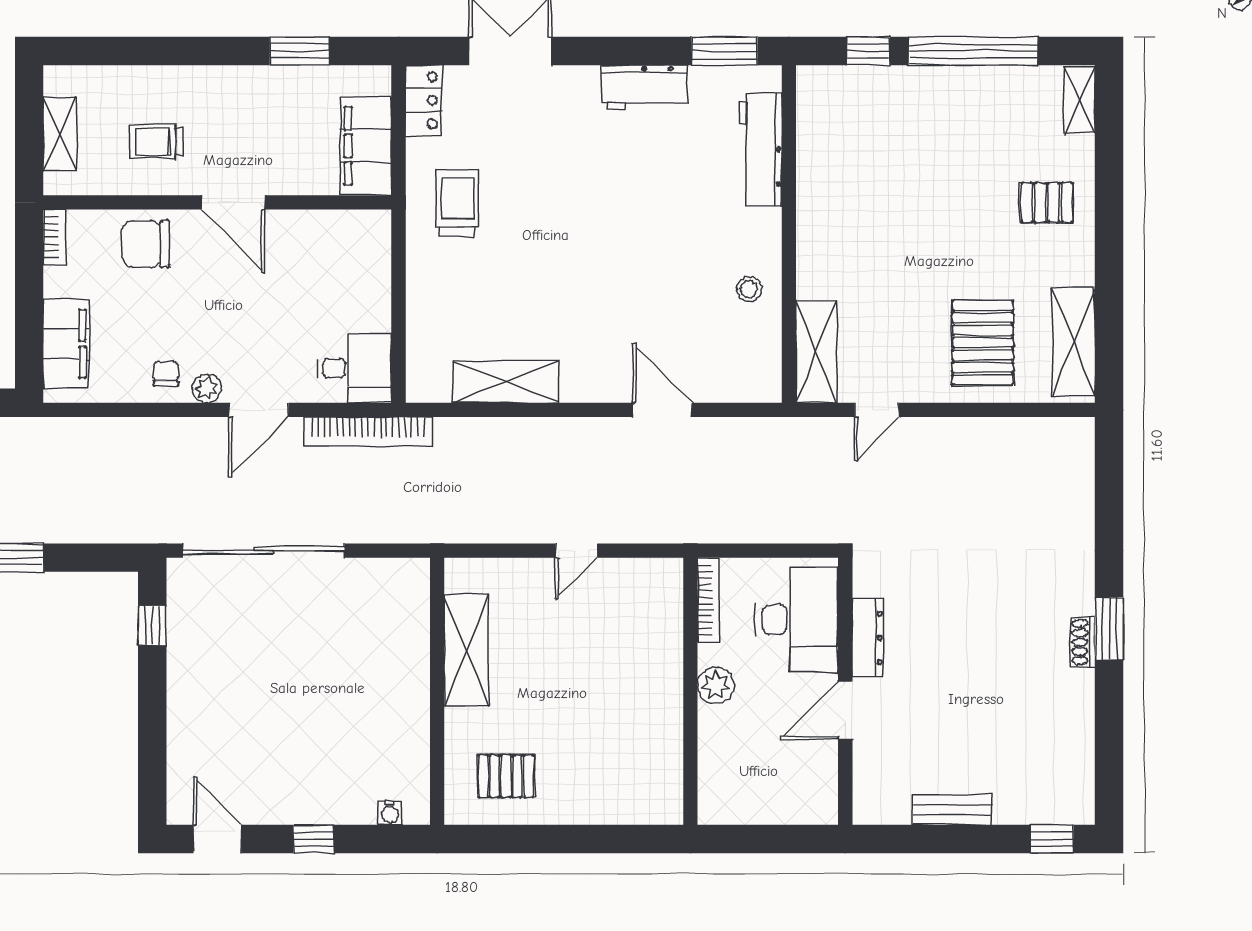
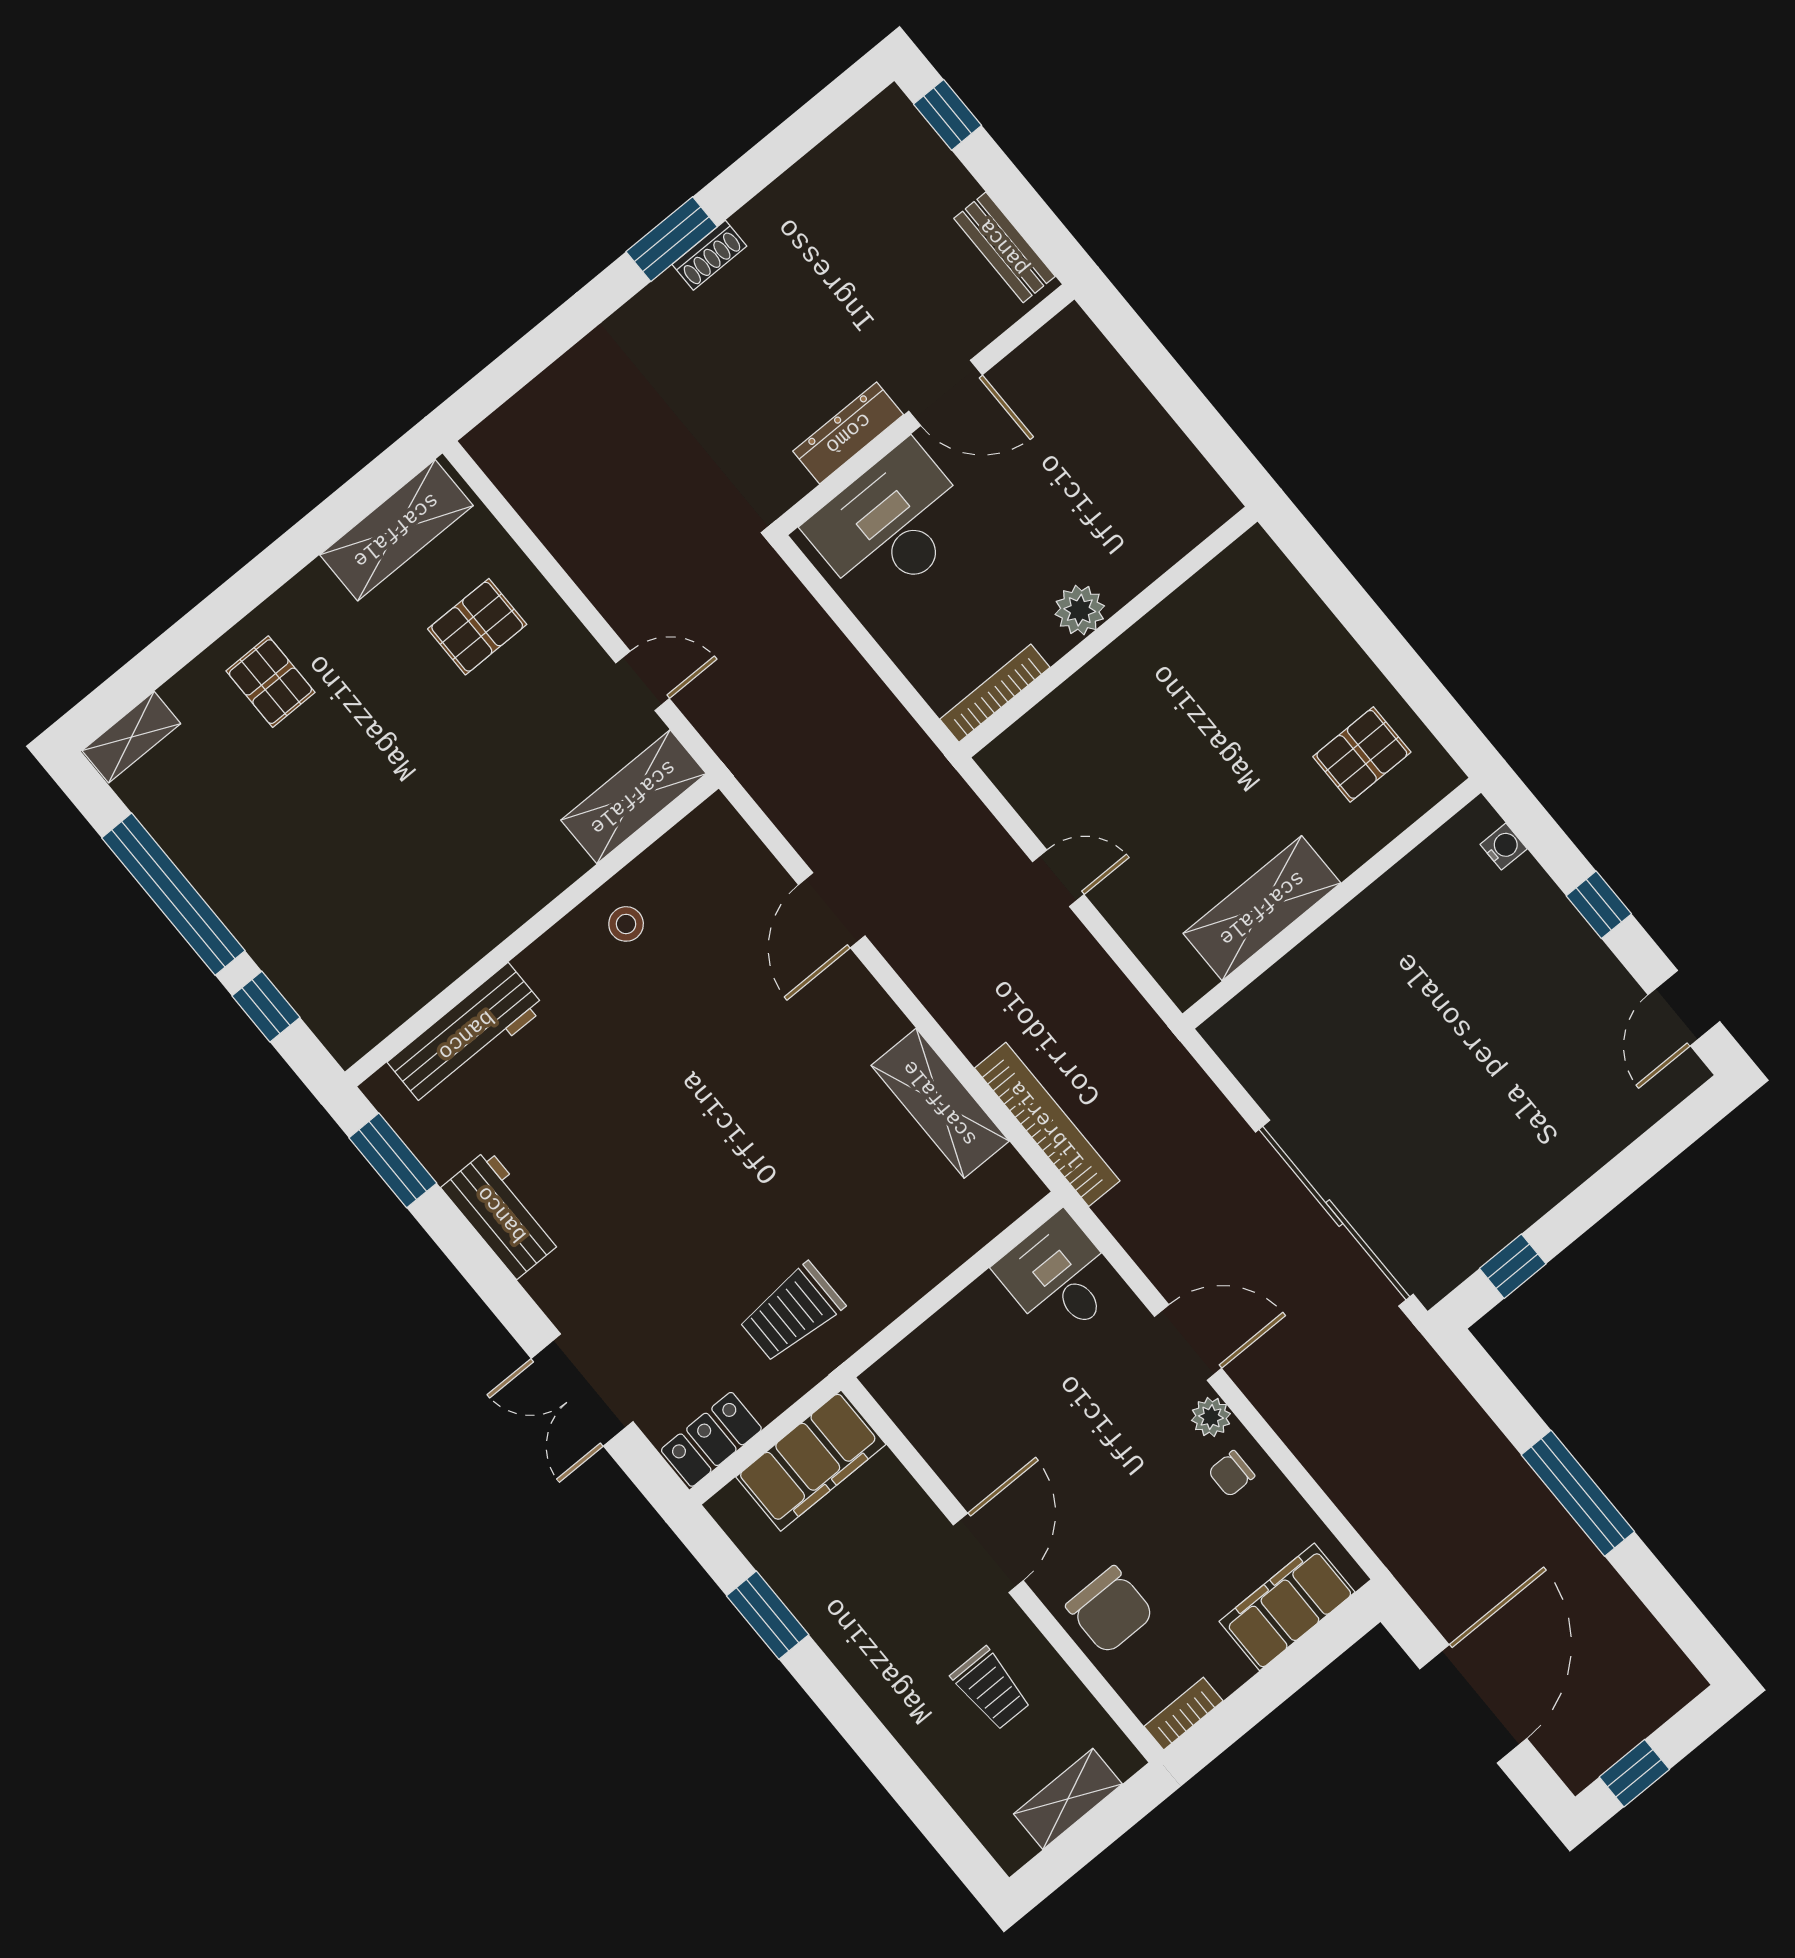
pallet: (983, 343) -> (477, 627), width x0.67, depth x0.71
bookcase: (368, 432) -> (1047, 1124), moved
desk: (797, 620) -> (891, 525), moved
dresser: (868, 638) -> (848, 433), moved
wall: (845, 691) -> (925, 410), moved
door: (845, 710) -> (946, 393), moved
pallet: (506, 776) -> (1362, 754), turned 90

